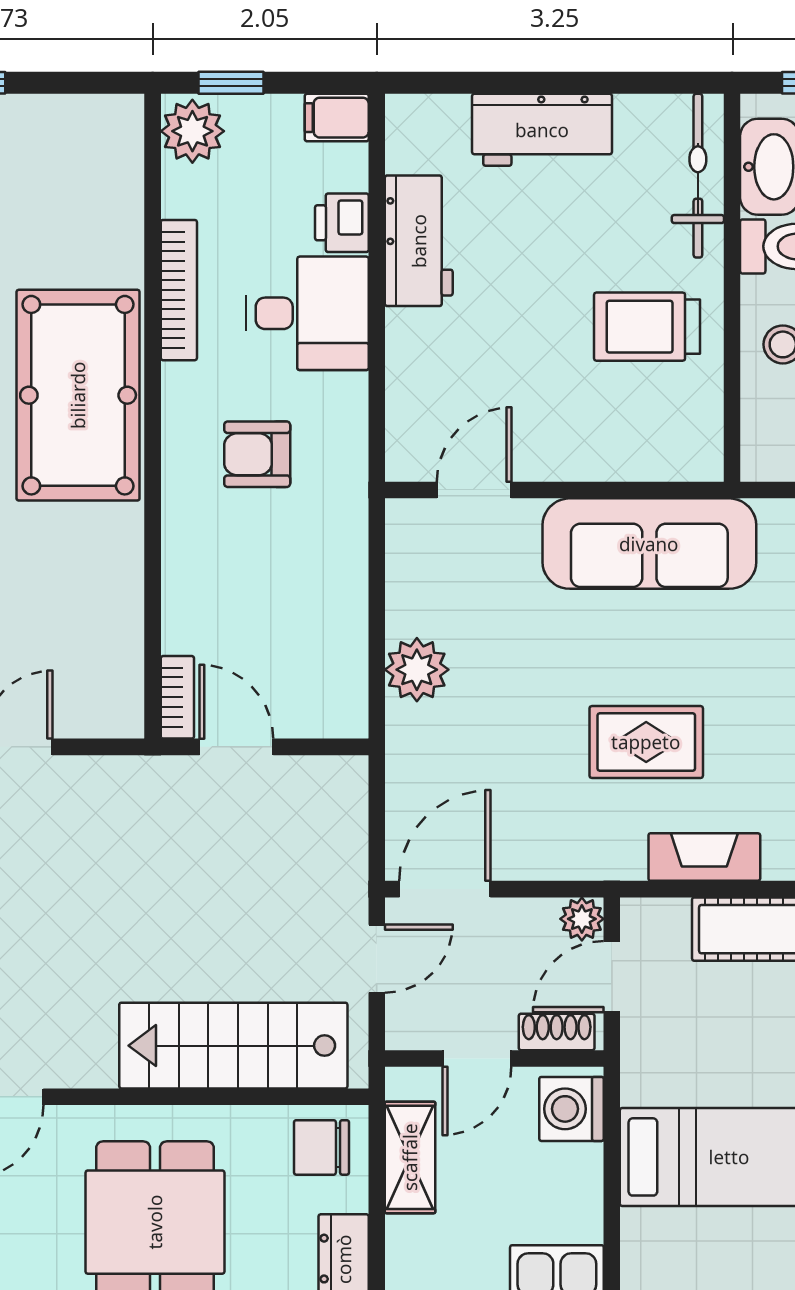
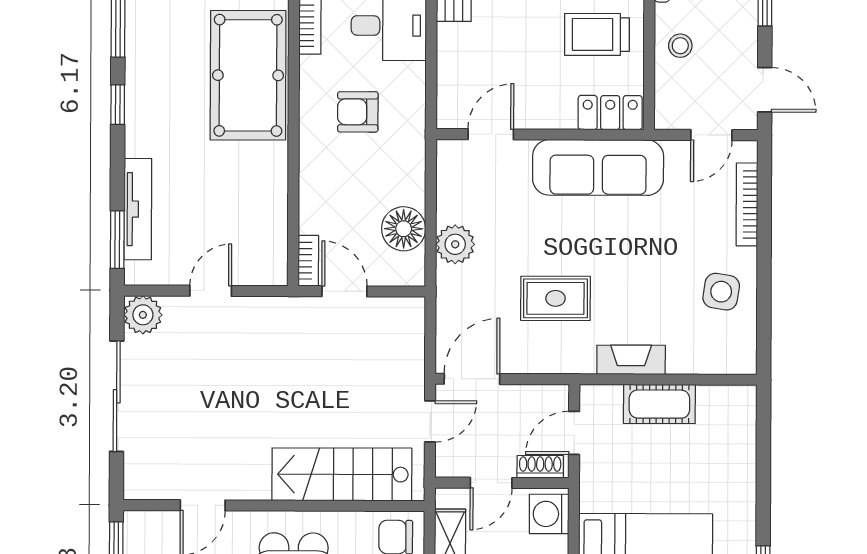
locker: (669, 454) -> (610, 113), added
floor lamp: (333, 645) -> (404, 229), added
rug: (646, 742) -> (556, 298), moved
plant: (582, 919) -> (556, 398), removed

